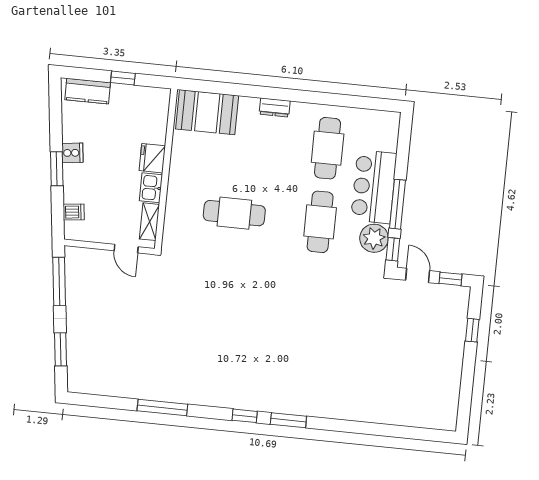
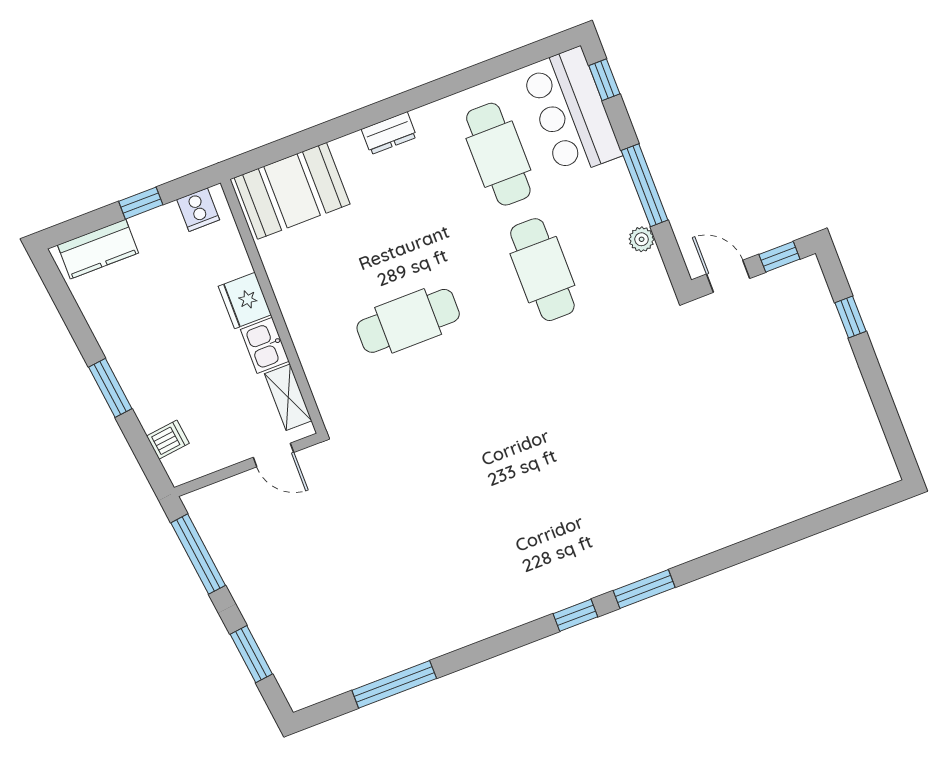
cooker: (72, 153) -> (198, 210), moved, turned 97
bar counter: (374, 187) -> (571, 112), moved
plant: (374, 238) -> (642, 239), width x0.53, depth x0.53
window: (393, 249) -> (604, 80), moved
window: (162, 407) -> (394, 684), moved

